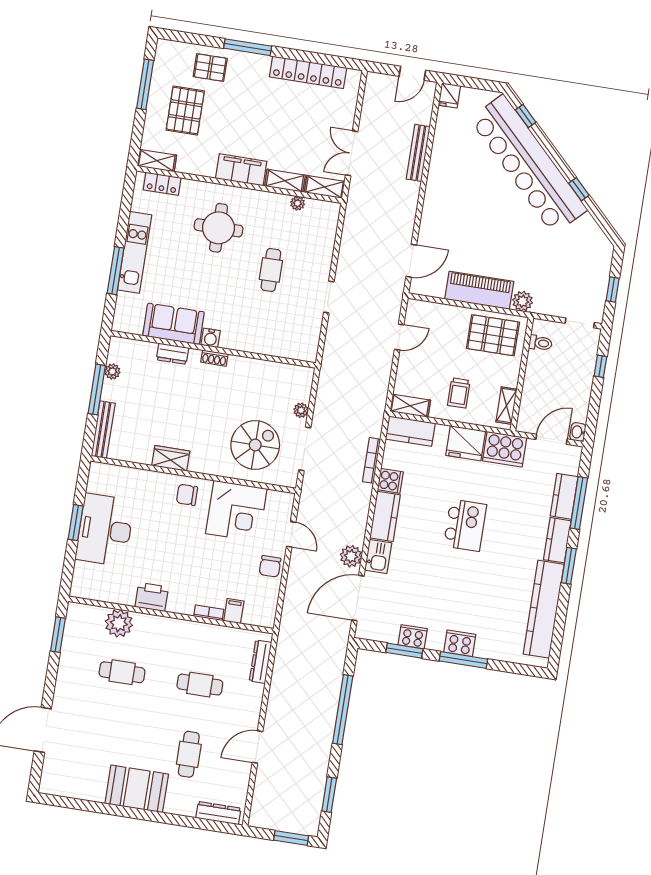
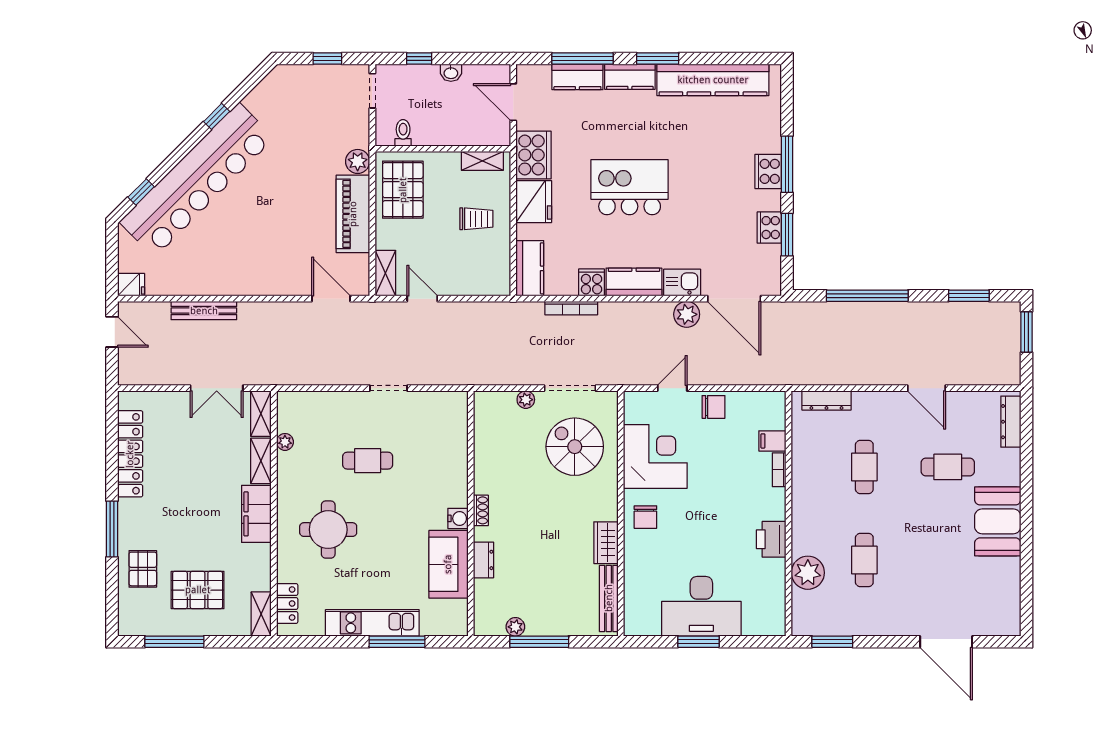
shelving: (410, 406) -> (385, 273), moved
bench: (103, 430) -> (609, 598), moved, turned 90
washbasin: (578, 432) -> (451, 73), moved
kitchen island: (465, 525) -> (630, 187), width x1.37, depth x1.28

